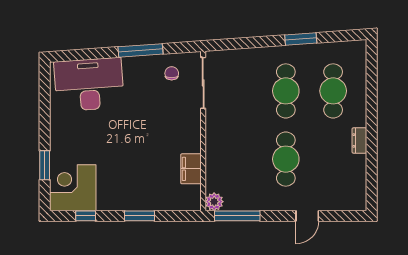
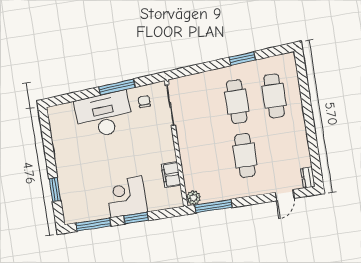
desk: (89, 84) -> (104, 115), moved
dresser: (359, 141) -> (308, 177), moved
corner desk: (73, 188) -> (126, 197), moved
window: (86, 216) -> (93, 225), width x2.17
door: (307, 216) -> (285, 195), moved

